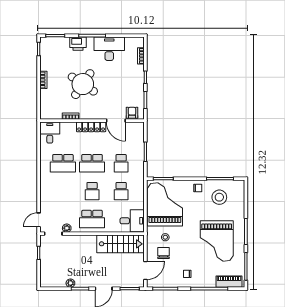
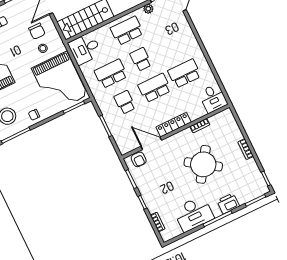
school desk: (121, 191) -> (111, 74), width x1.85

